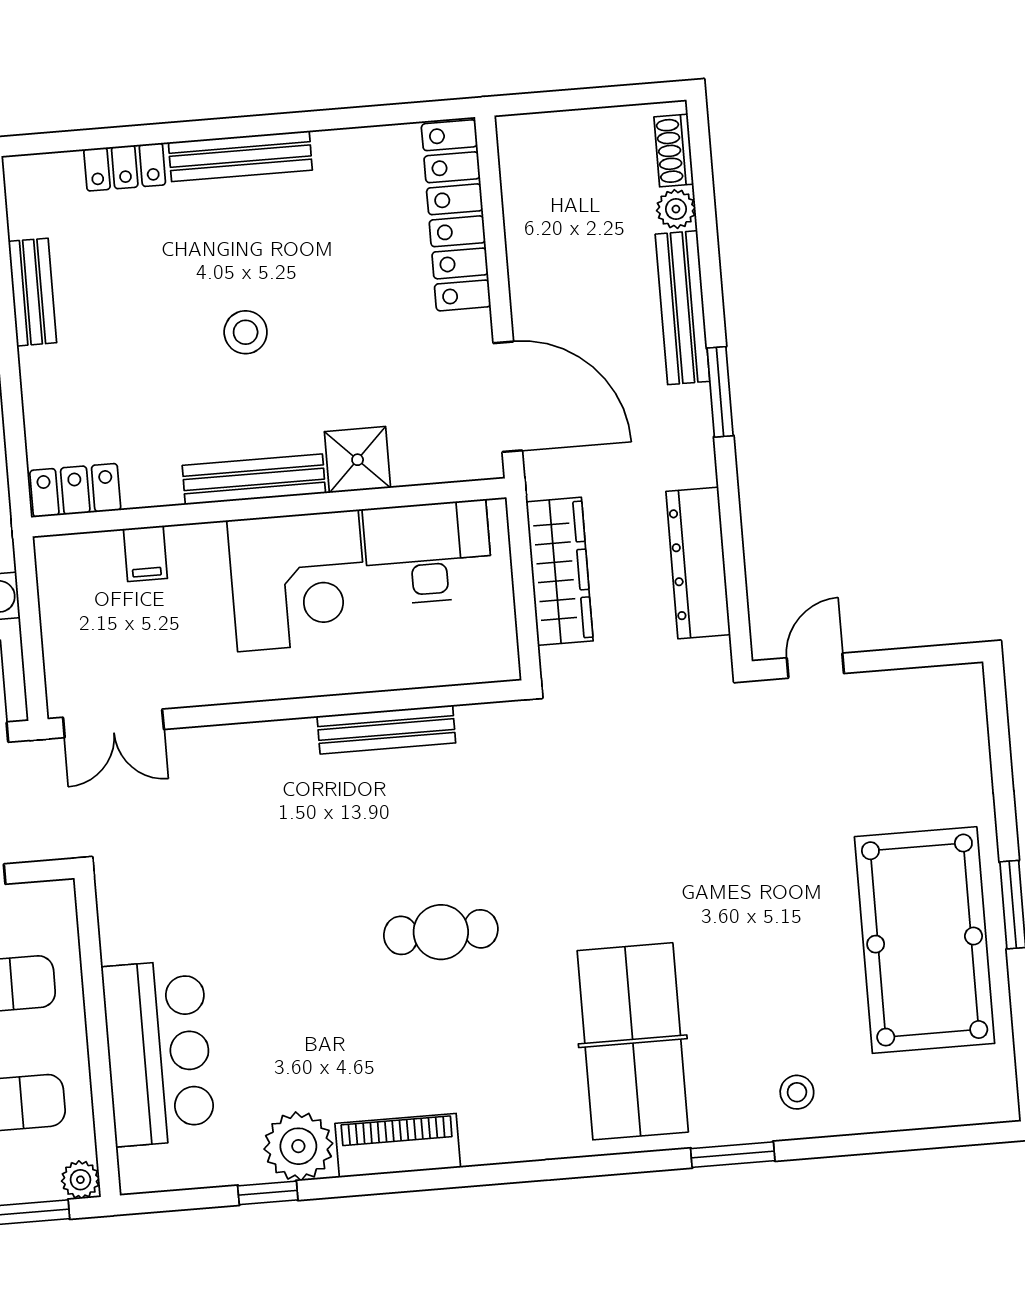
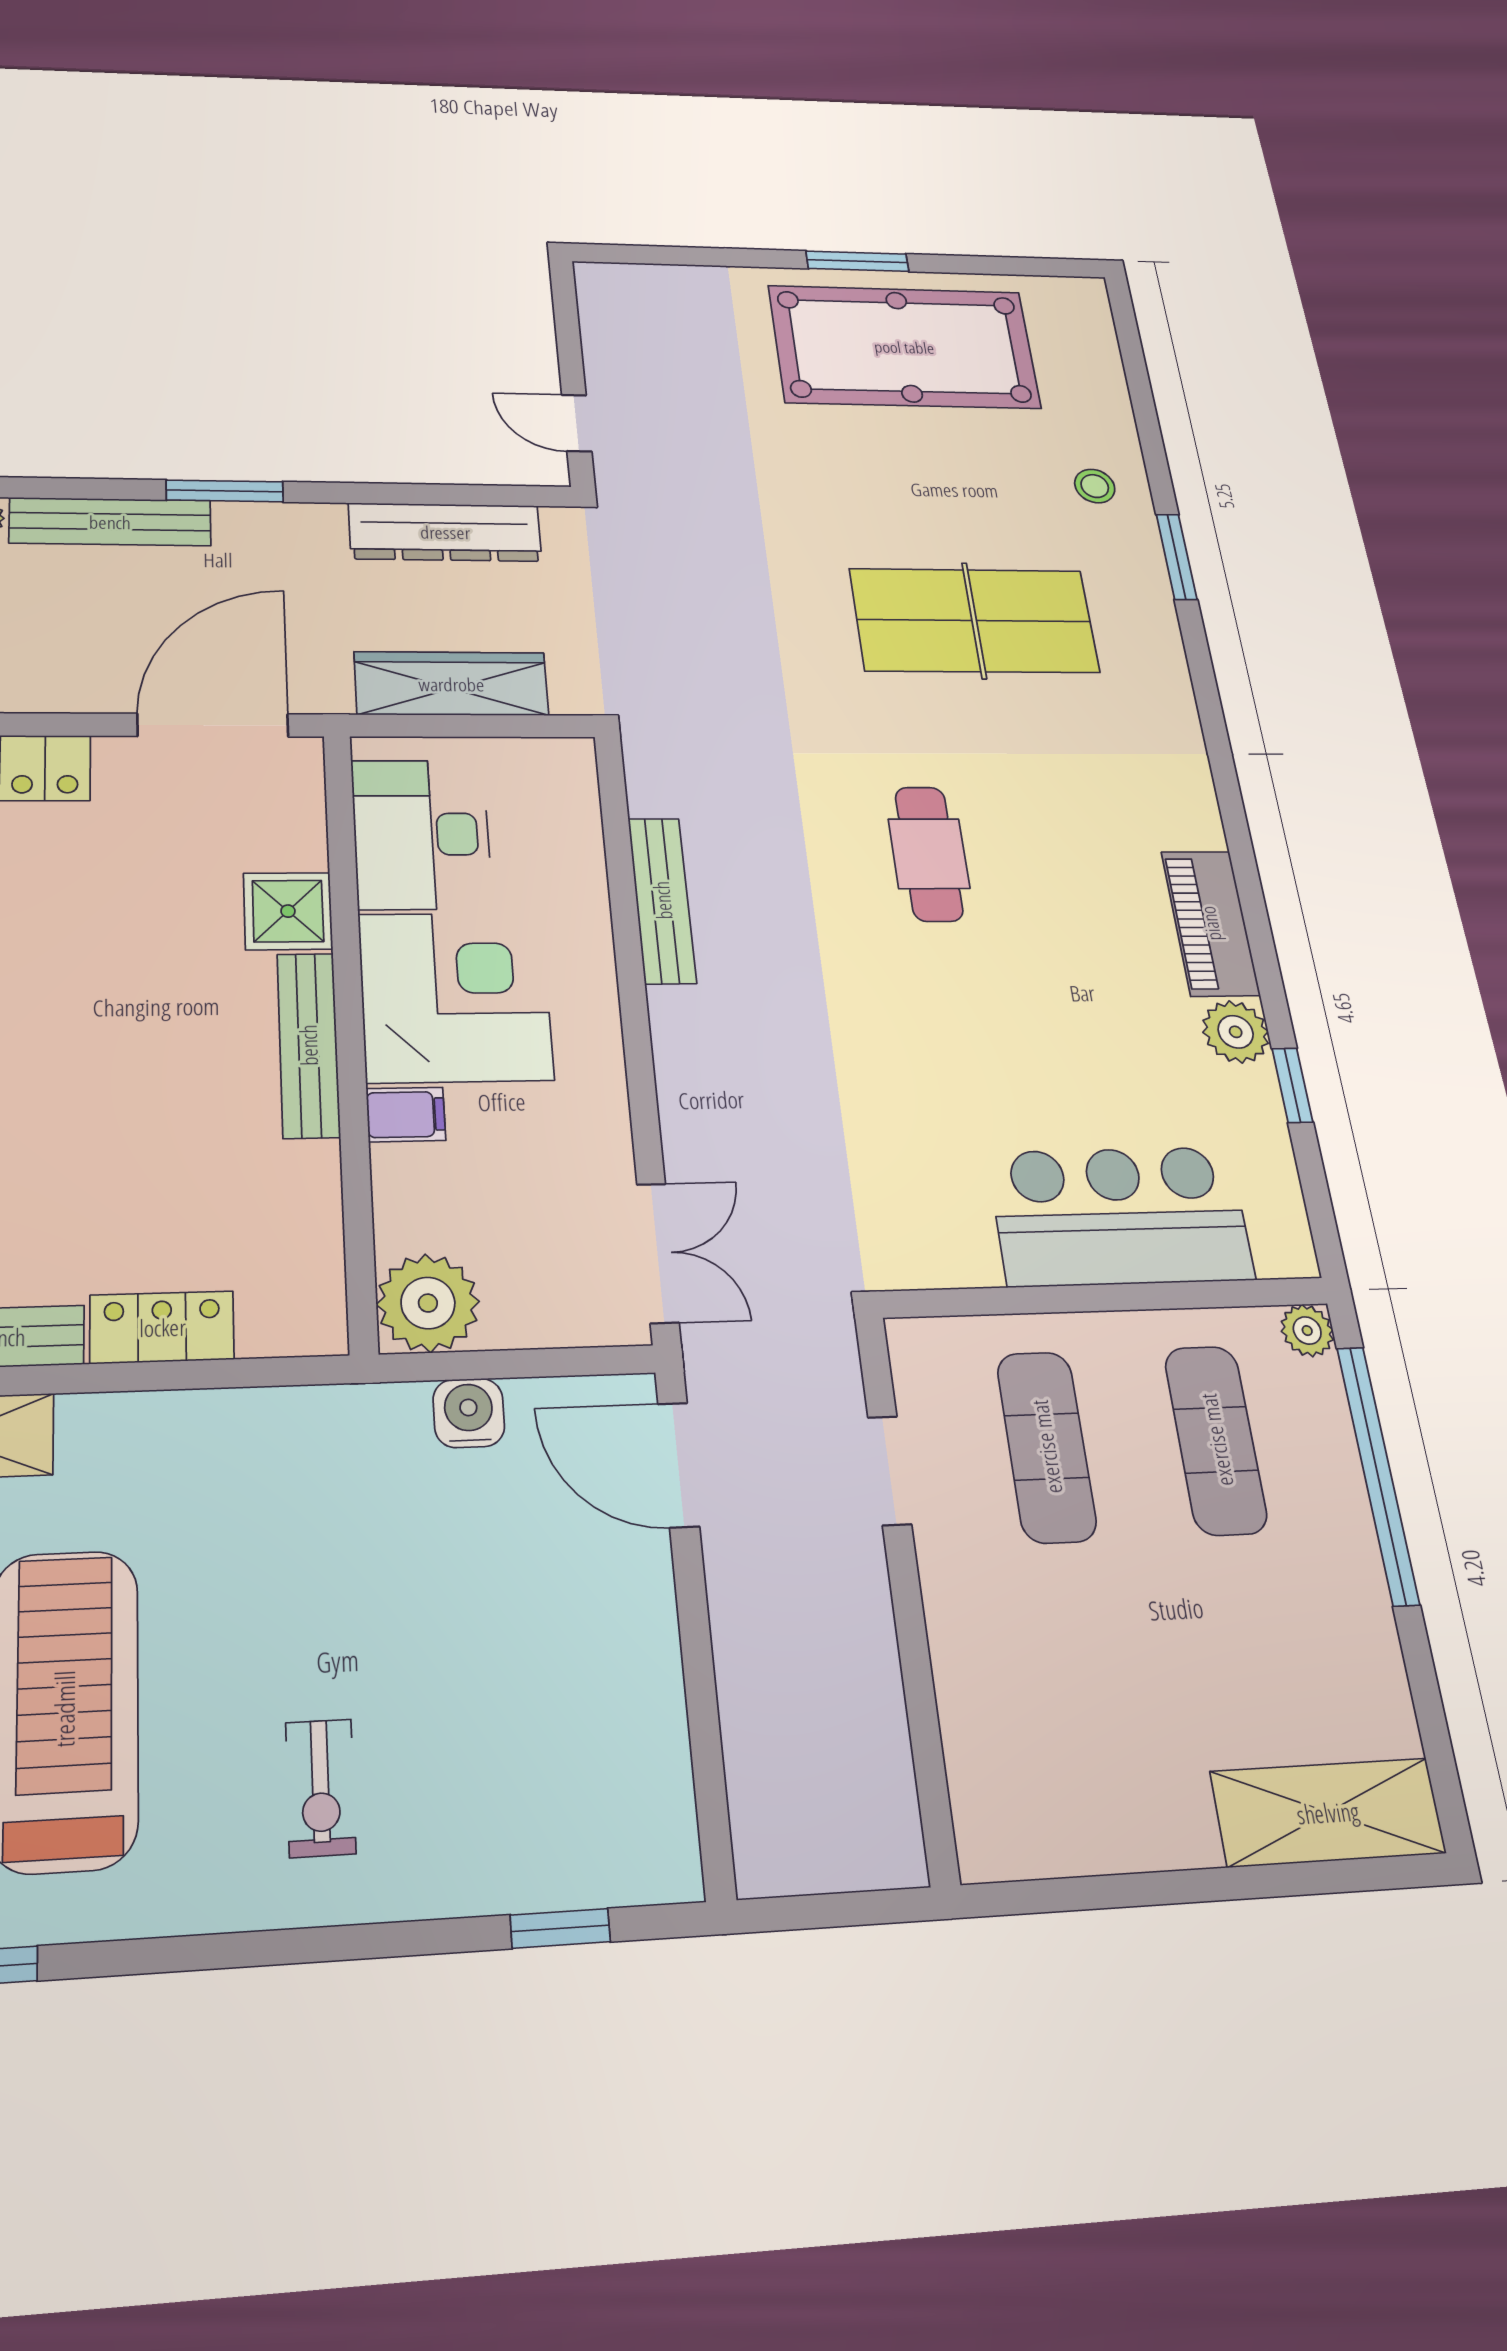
stool: (246, 332) -> (93, 1043), removed
locker: (75, 490) -> (162, 1327), moved, turned 90
filing cabinet: (145, 554) -> (406, 1115), moved
plant: (70, 568) -> (428, 1303), added
table tennis table: (633, 1041) -> (974, 620), moved
plant: (298, 1146) -> (1236, 1032), width x0.73, depth x0.73

